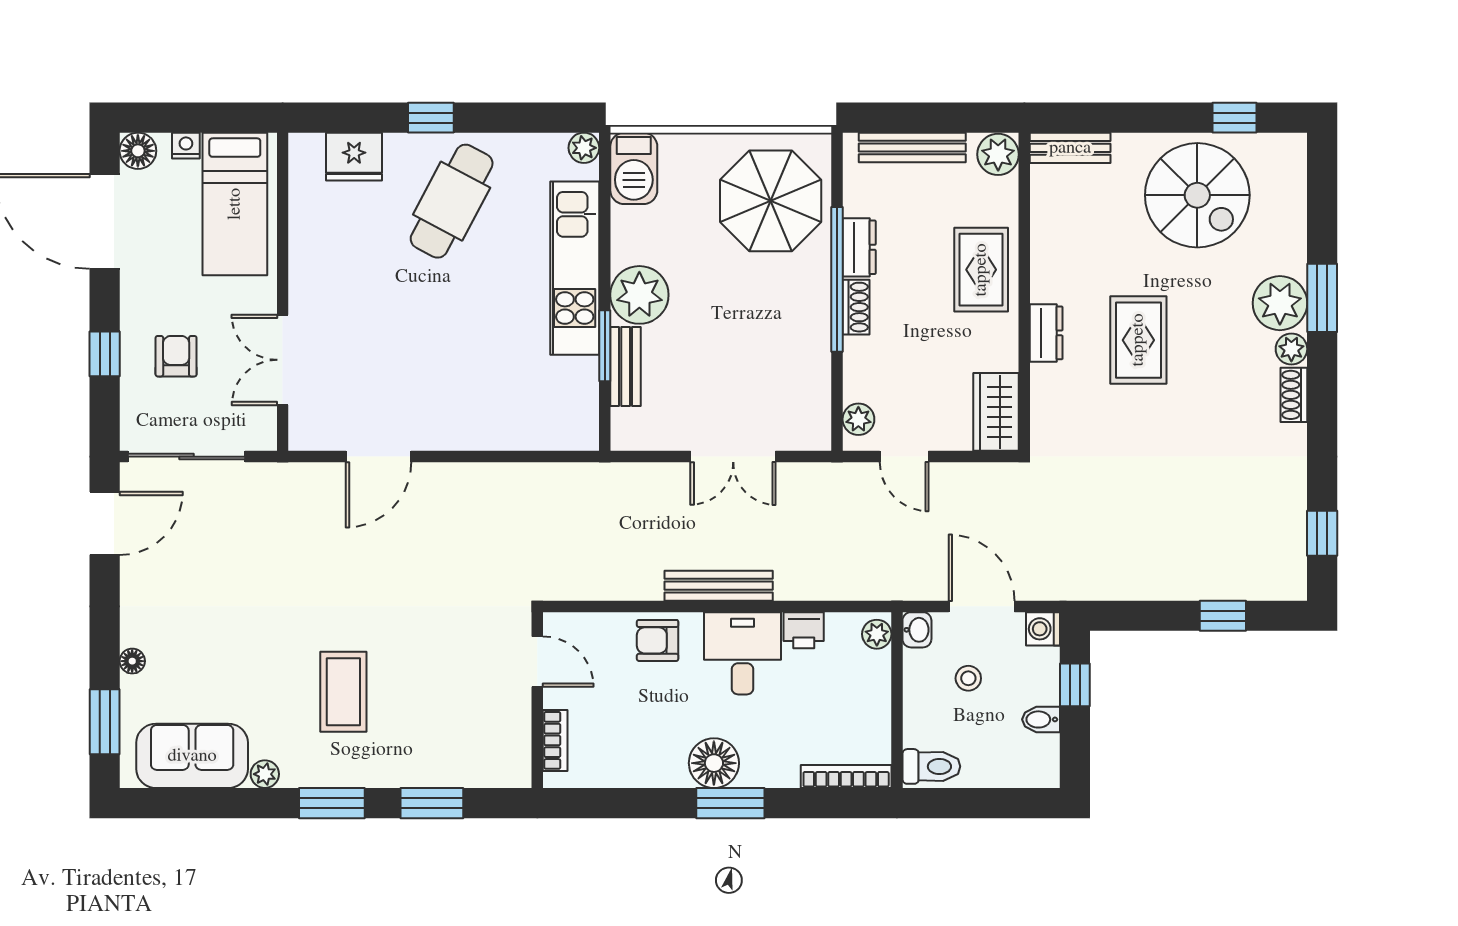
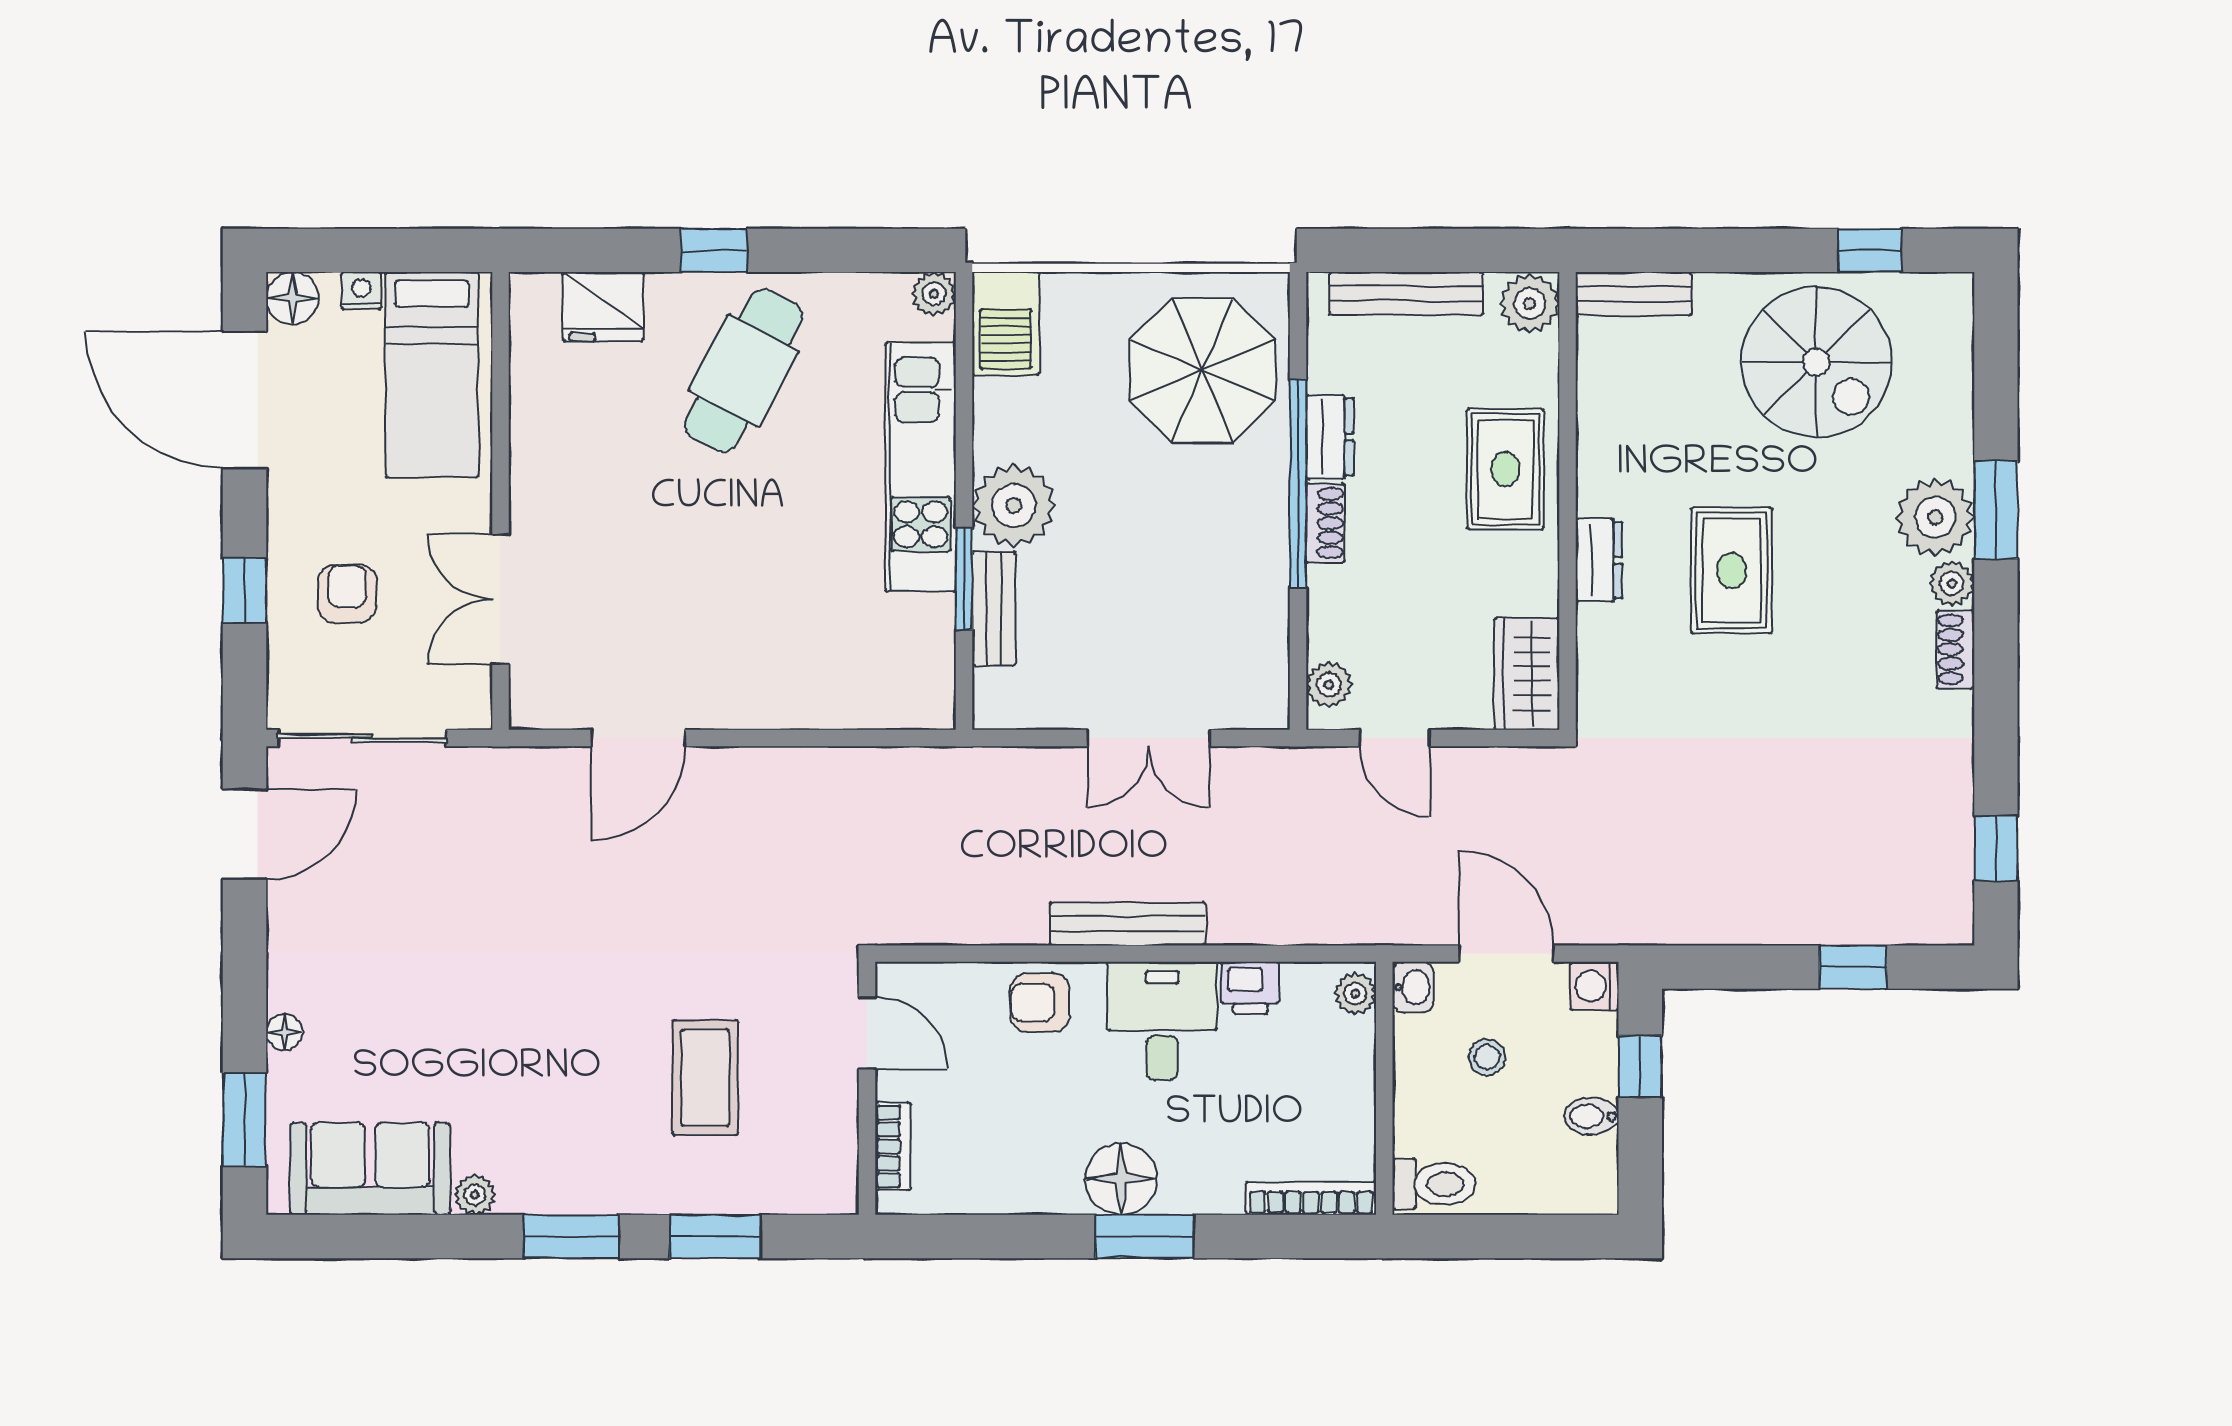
coffee table: (343, 692) -> (705, 1078), moved

